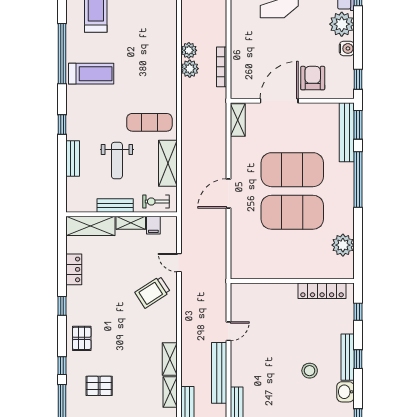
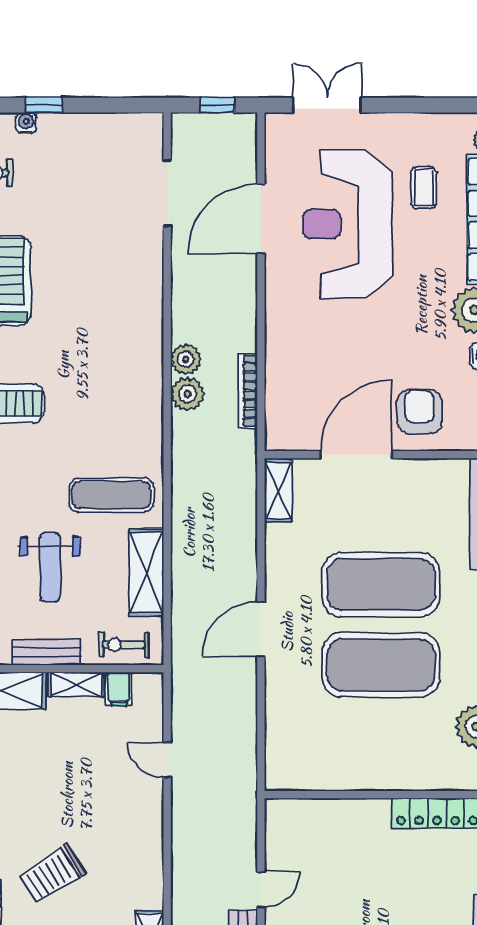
trolley: (153, 292) -> (53, 874), moved

